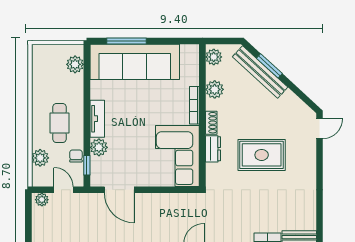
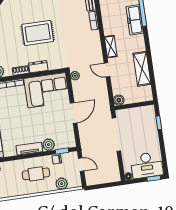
rug: (262, 155) -> (38, 33), turned 90
door: (63, 190) -> (81, 165), swing flipped
door: (119, 190) -> (74, 113), moved
plant: (42, 200) -> (75, 76), moved

